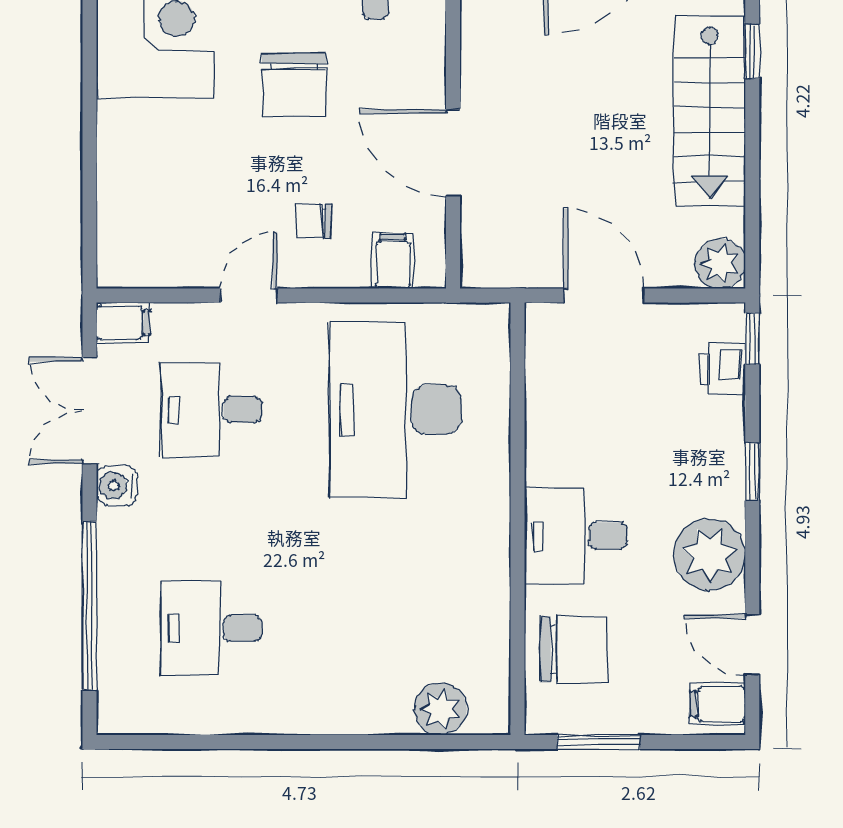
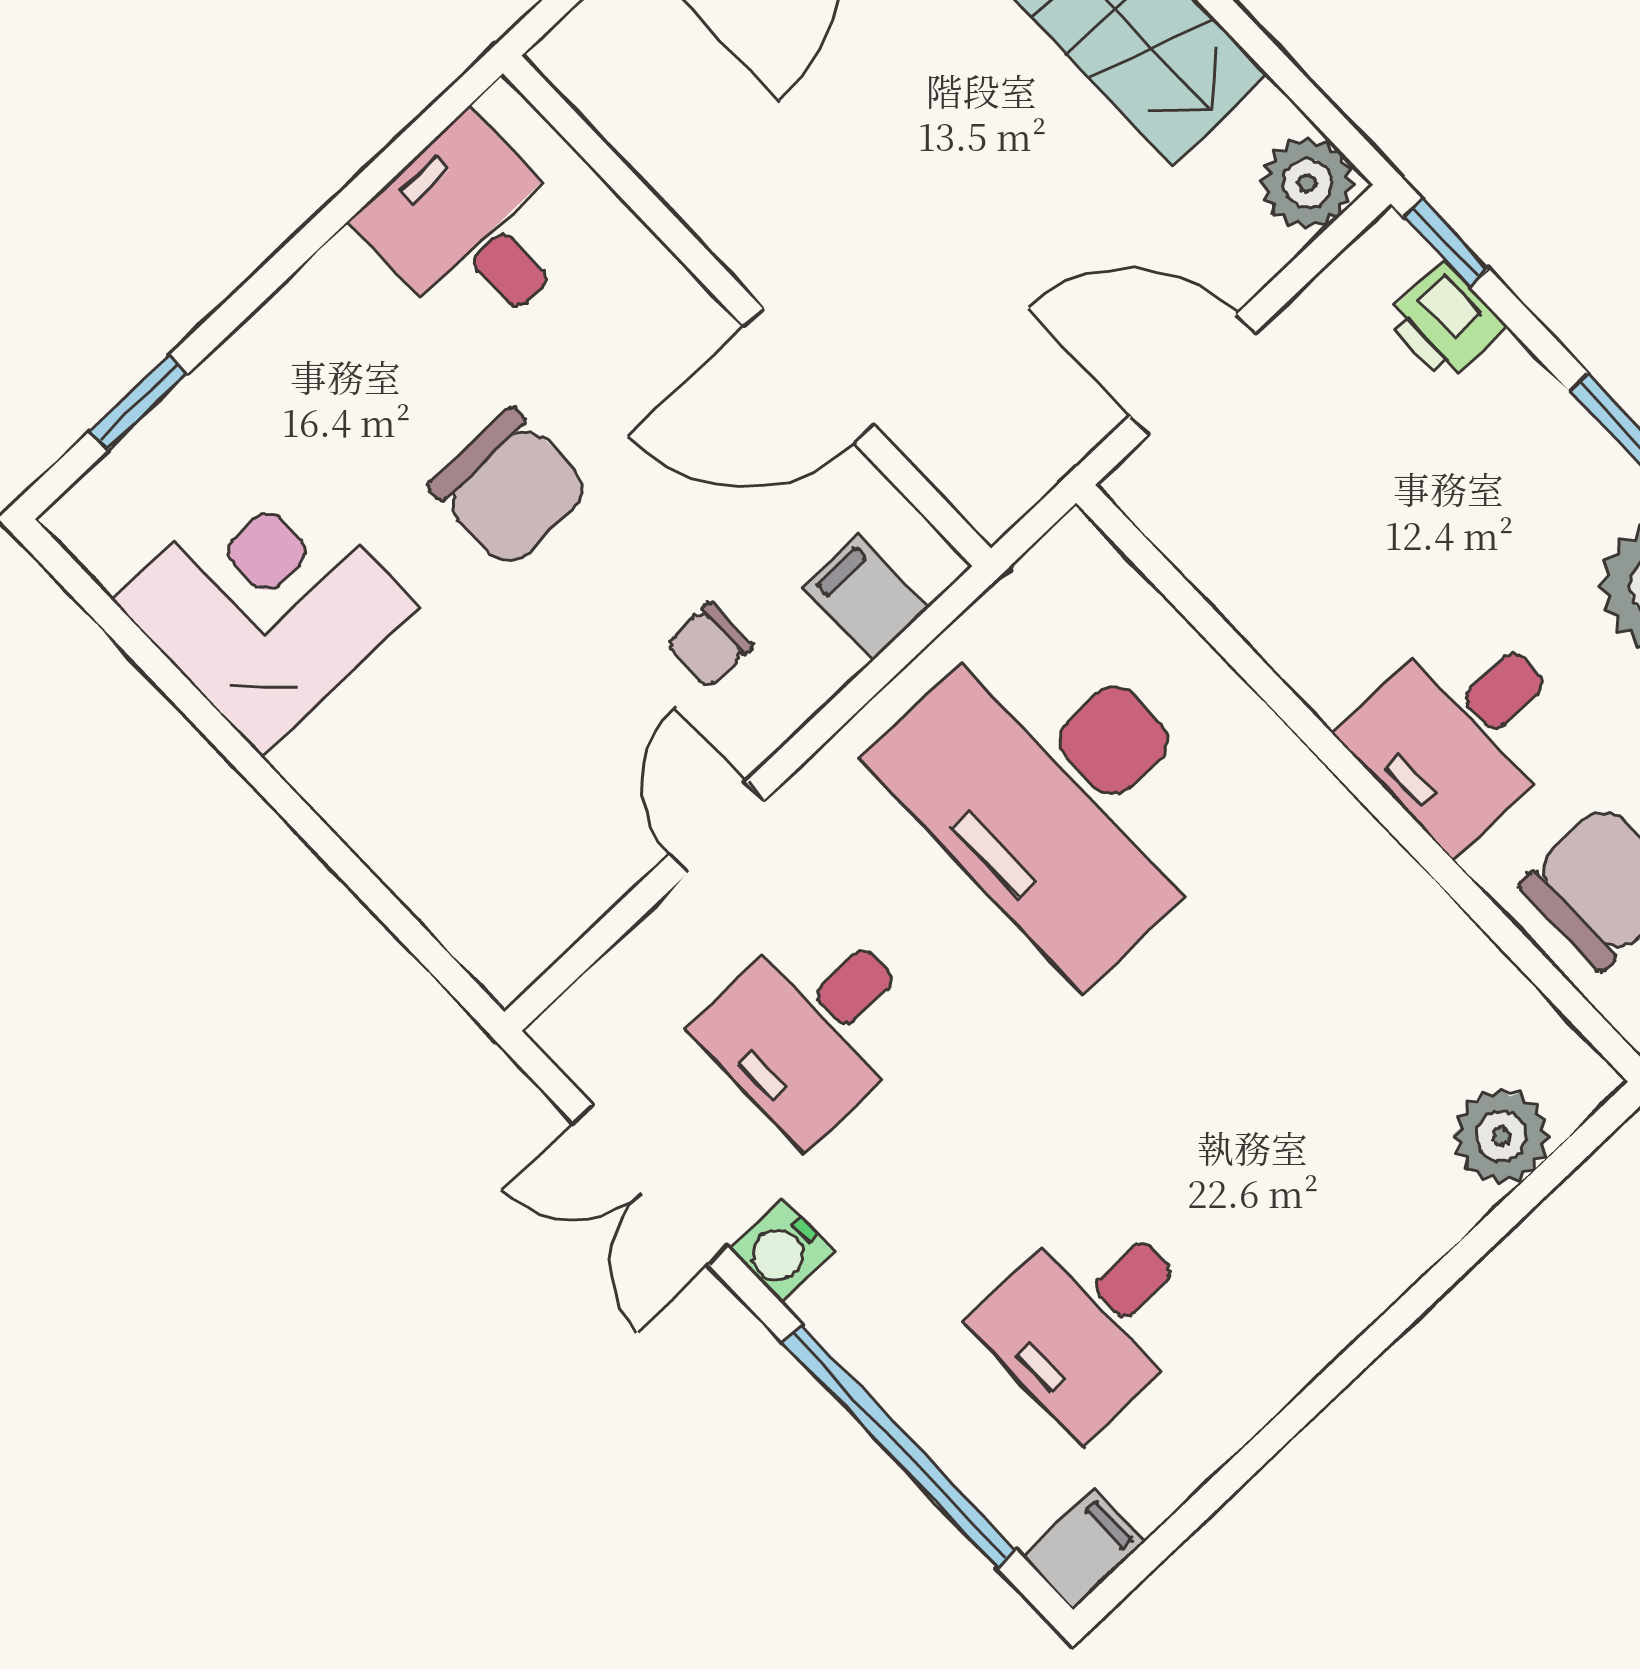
filing cabinet: (123, 323) -> (1084, 1549), moved

